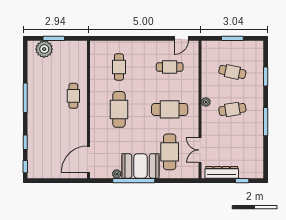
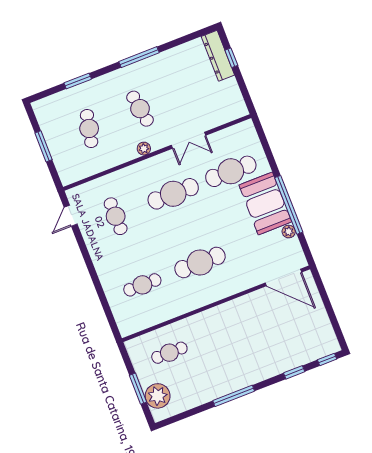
door: (181, 38) -> (71, 216), swing flipped
cafe table: (73, 96) -> (169, 353), moved
cafe table: (170, 109) -> (173, 194), turned 90
double door: (200, 150) -> (189, 140), moved
dresser: (222, 172) -> (218, 56), moved

